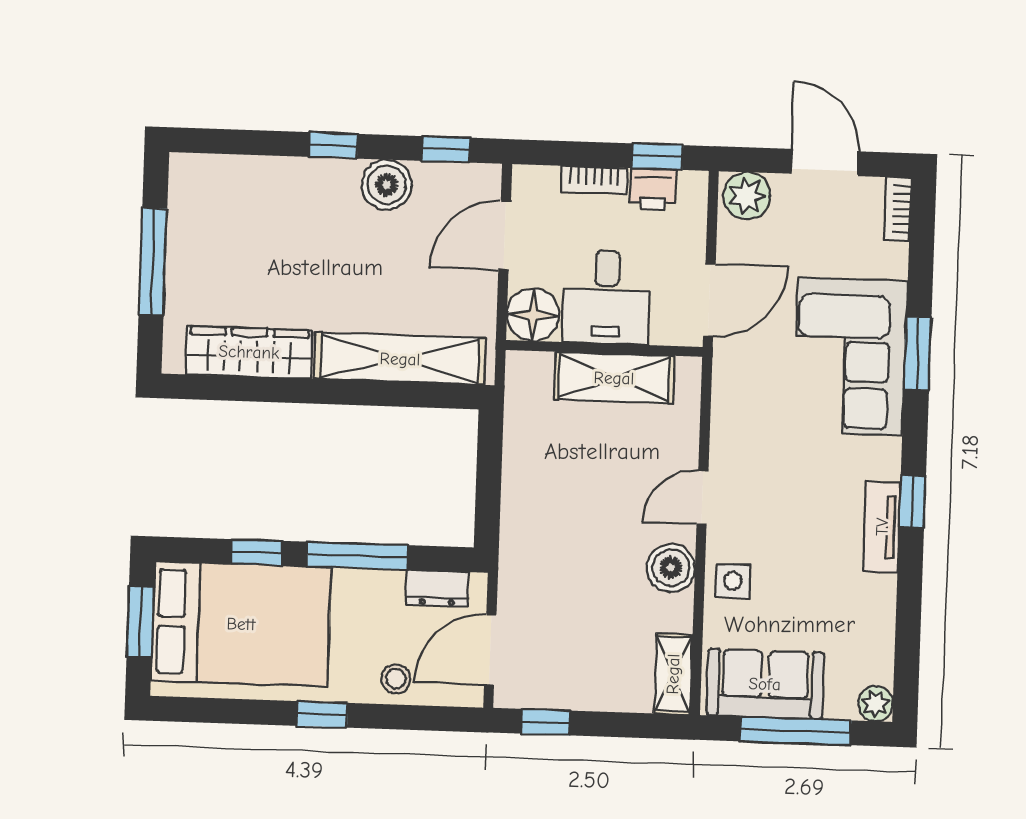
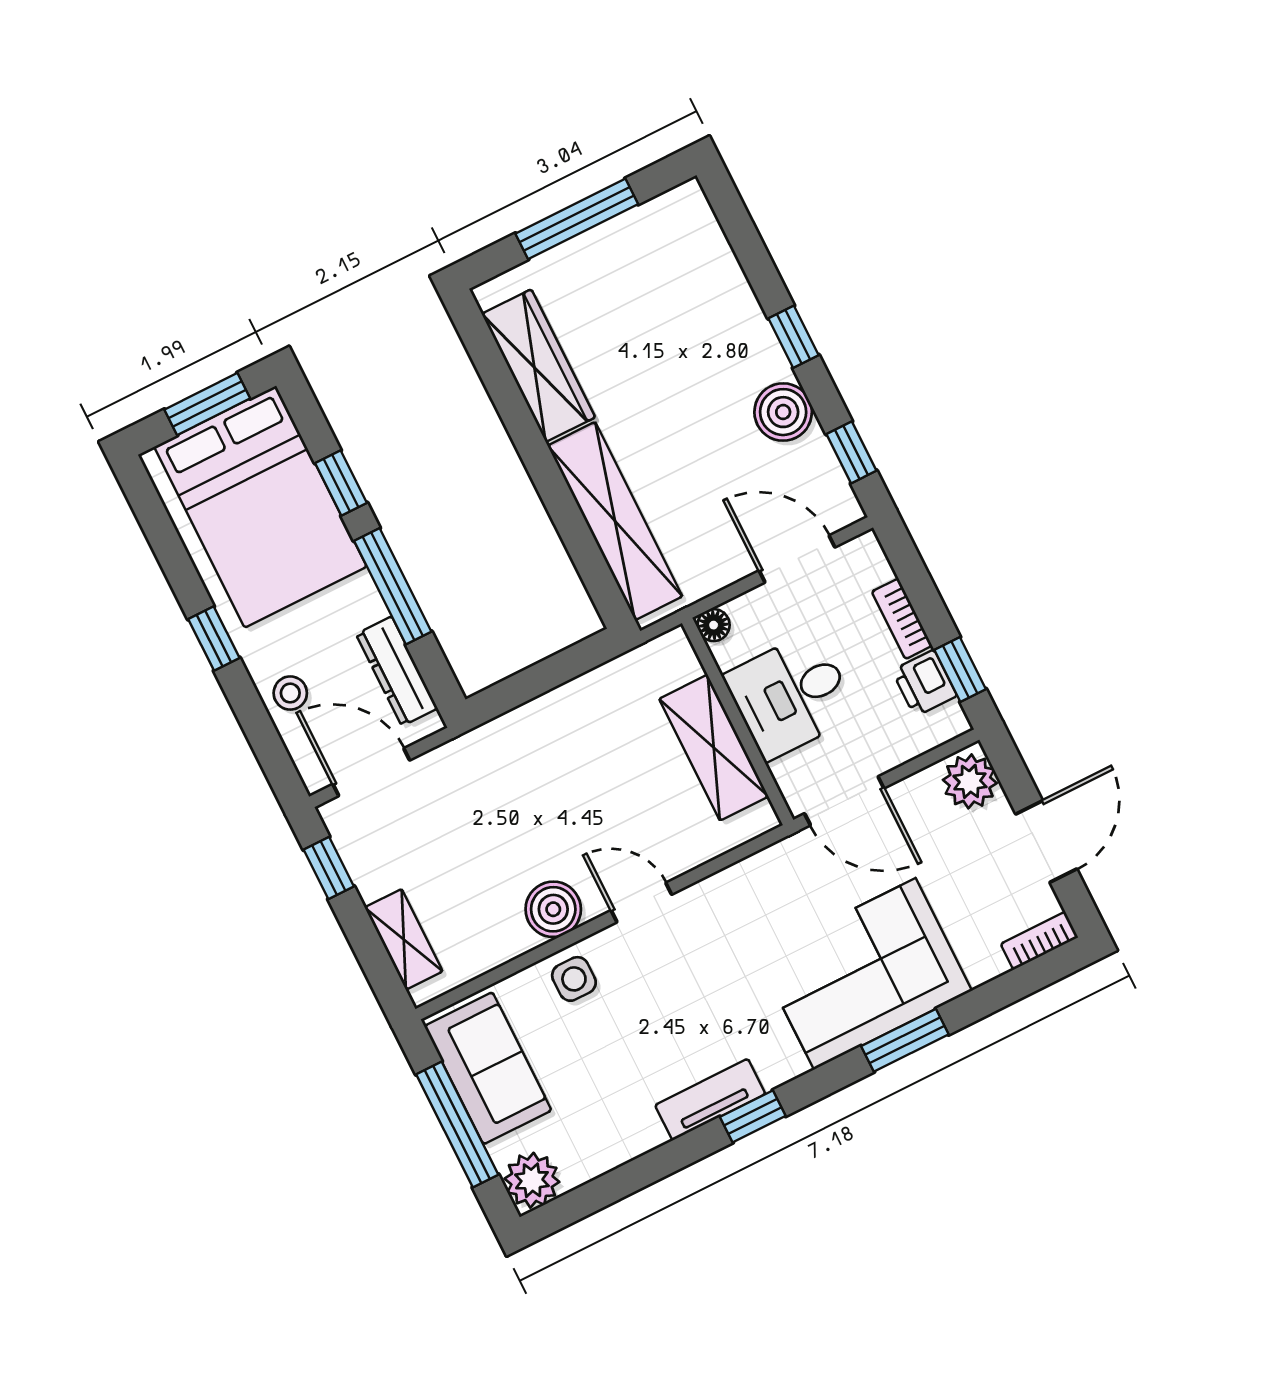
floor lamp: (533, 315) -> (714, 625), width x0.53, depth x0.53
dresser: (437, 589) -> (397, 671), width x1.44
shelving: (673, 674) -> (404, 939), moved, turned 90
plant: (876, 704) -> (532, 1180), width x1.38, depth x1.38

